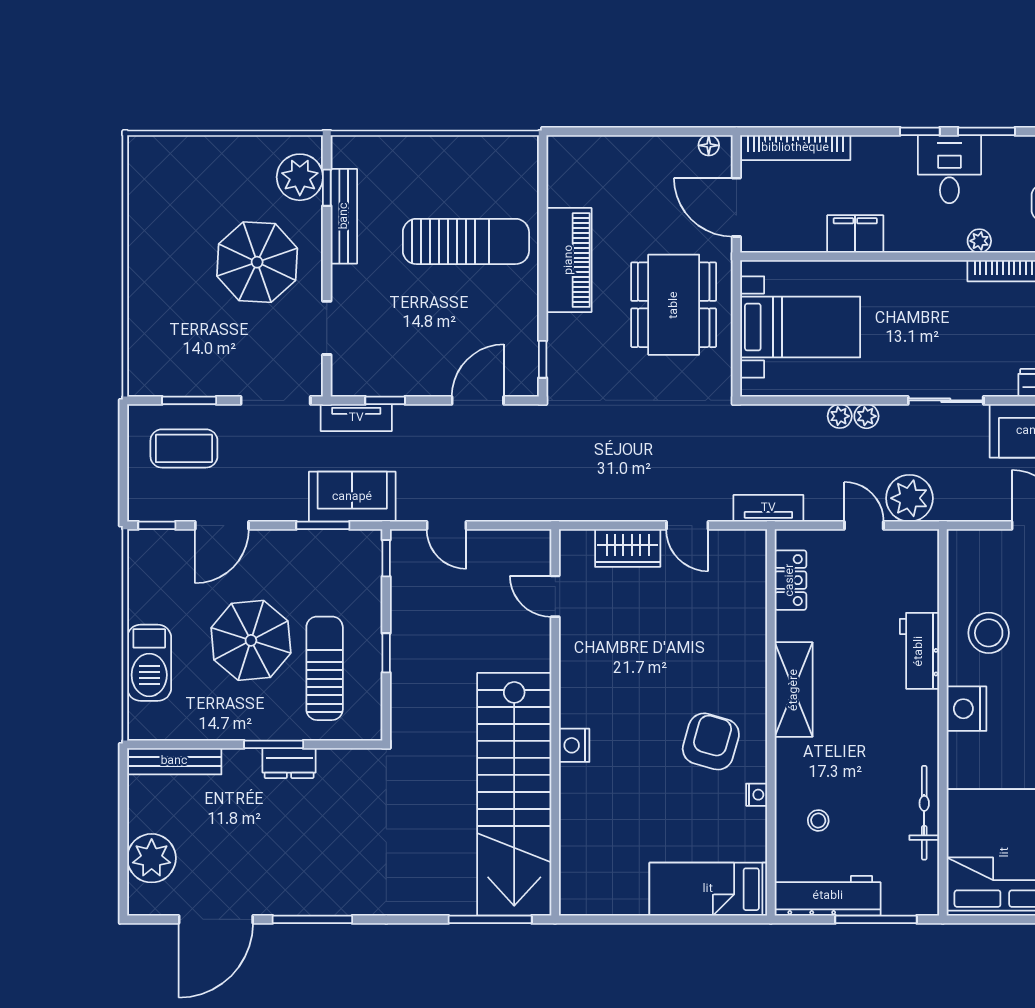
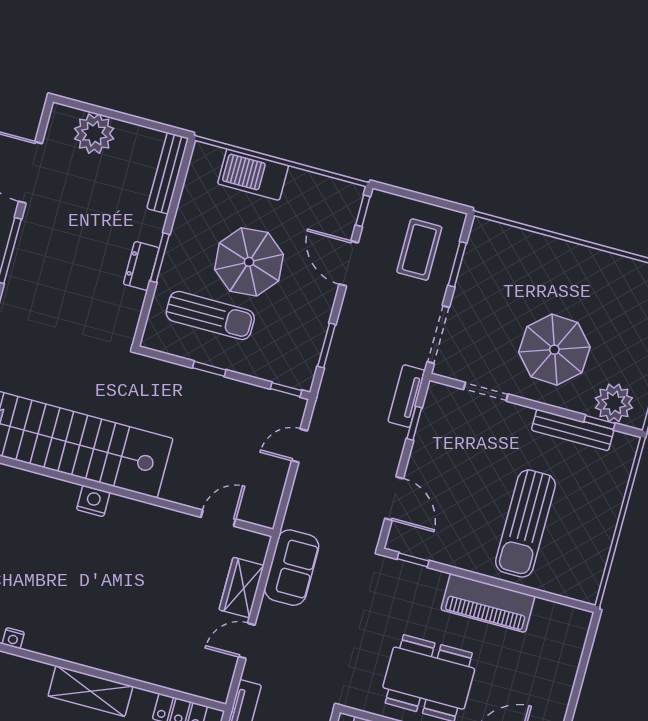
sofa: (352, 497) -> (292, 568), moved
armchair: (711, 741) -> (66, 613), removed

